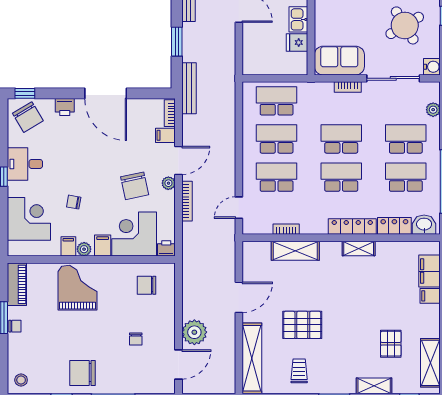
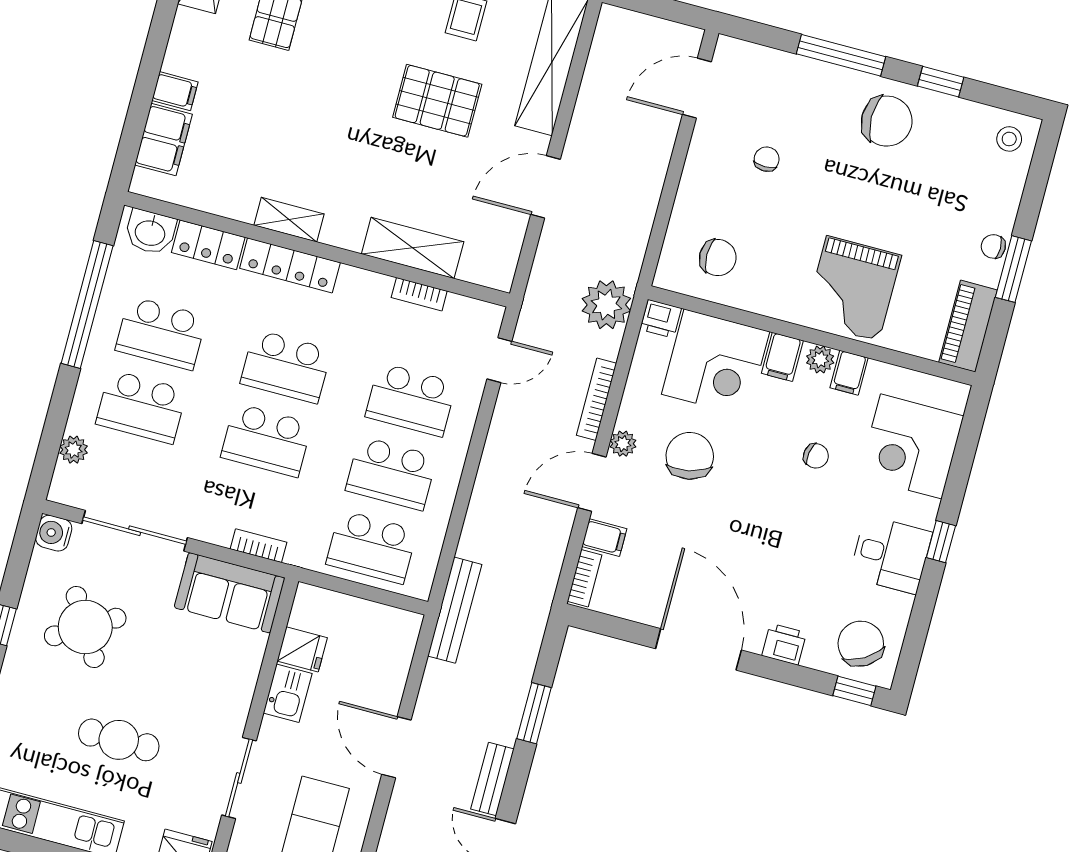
bookcase: (348, 87) -> (258, 546), moved
bench: (189, 88) -> (455, 610), moved
plant: (194, 332) -> (606, 305), moved

